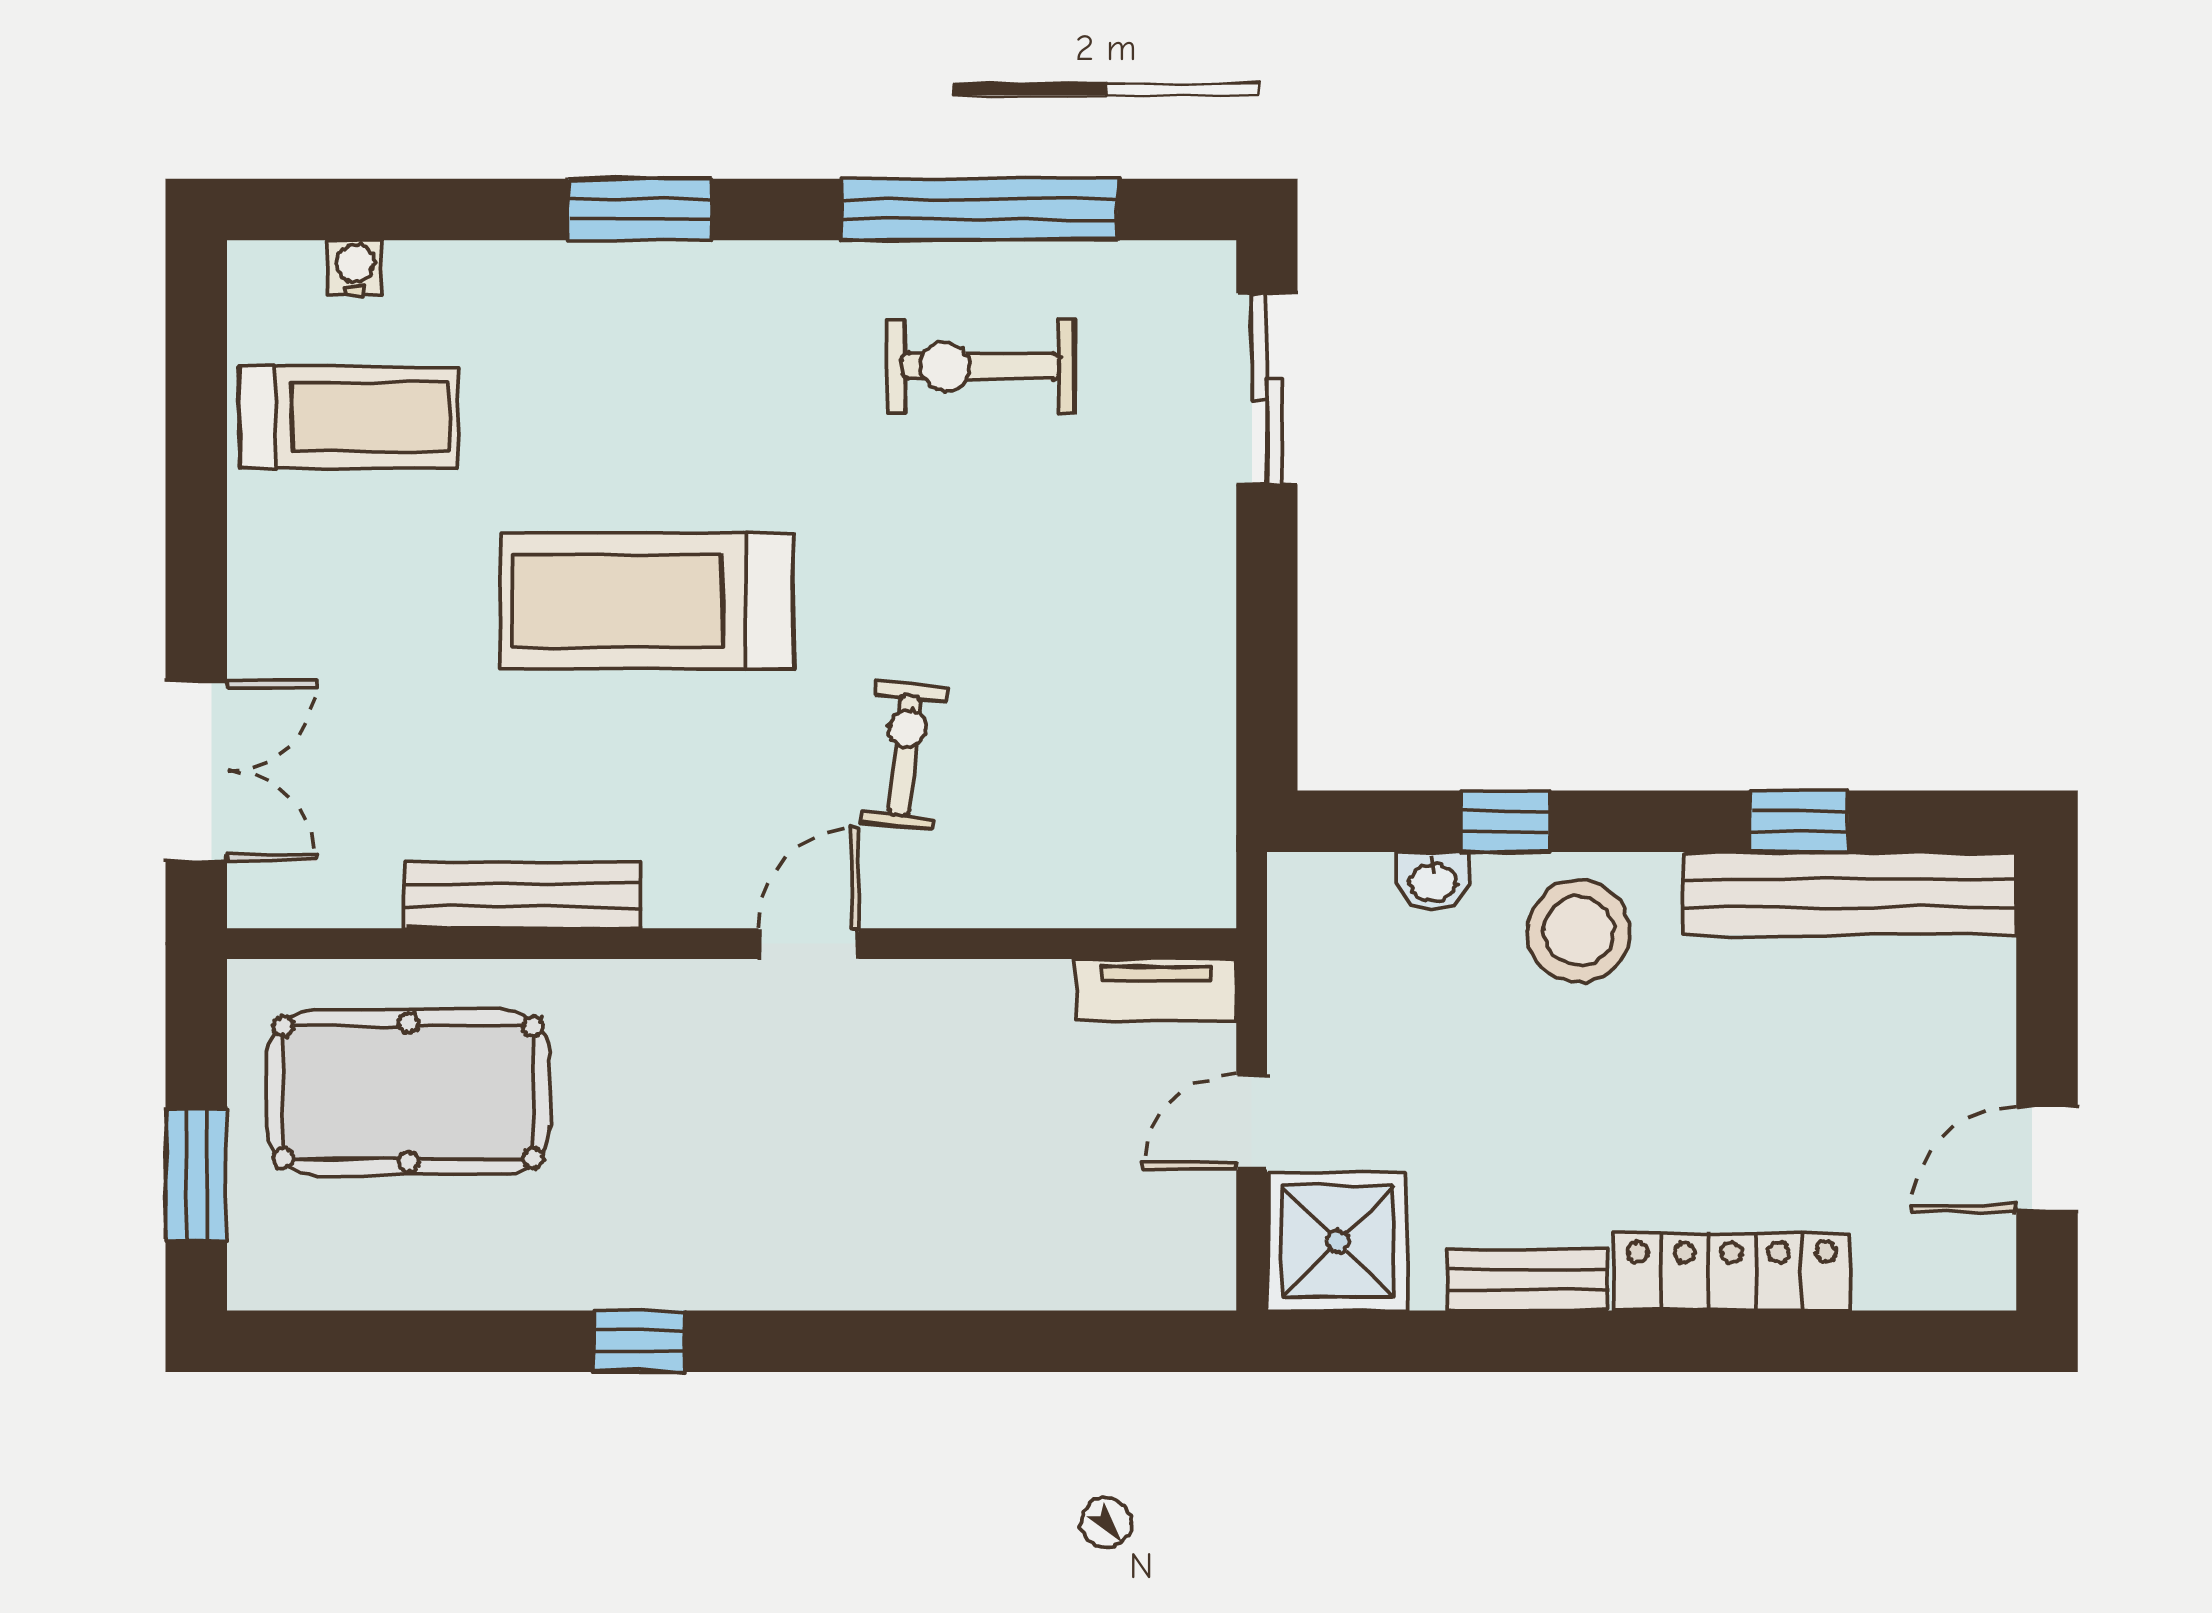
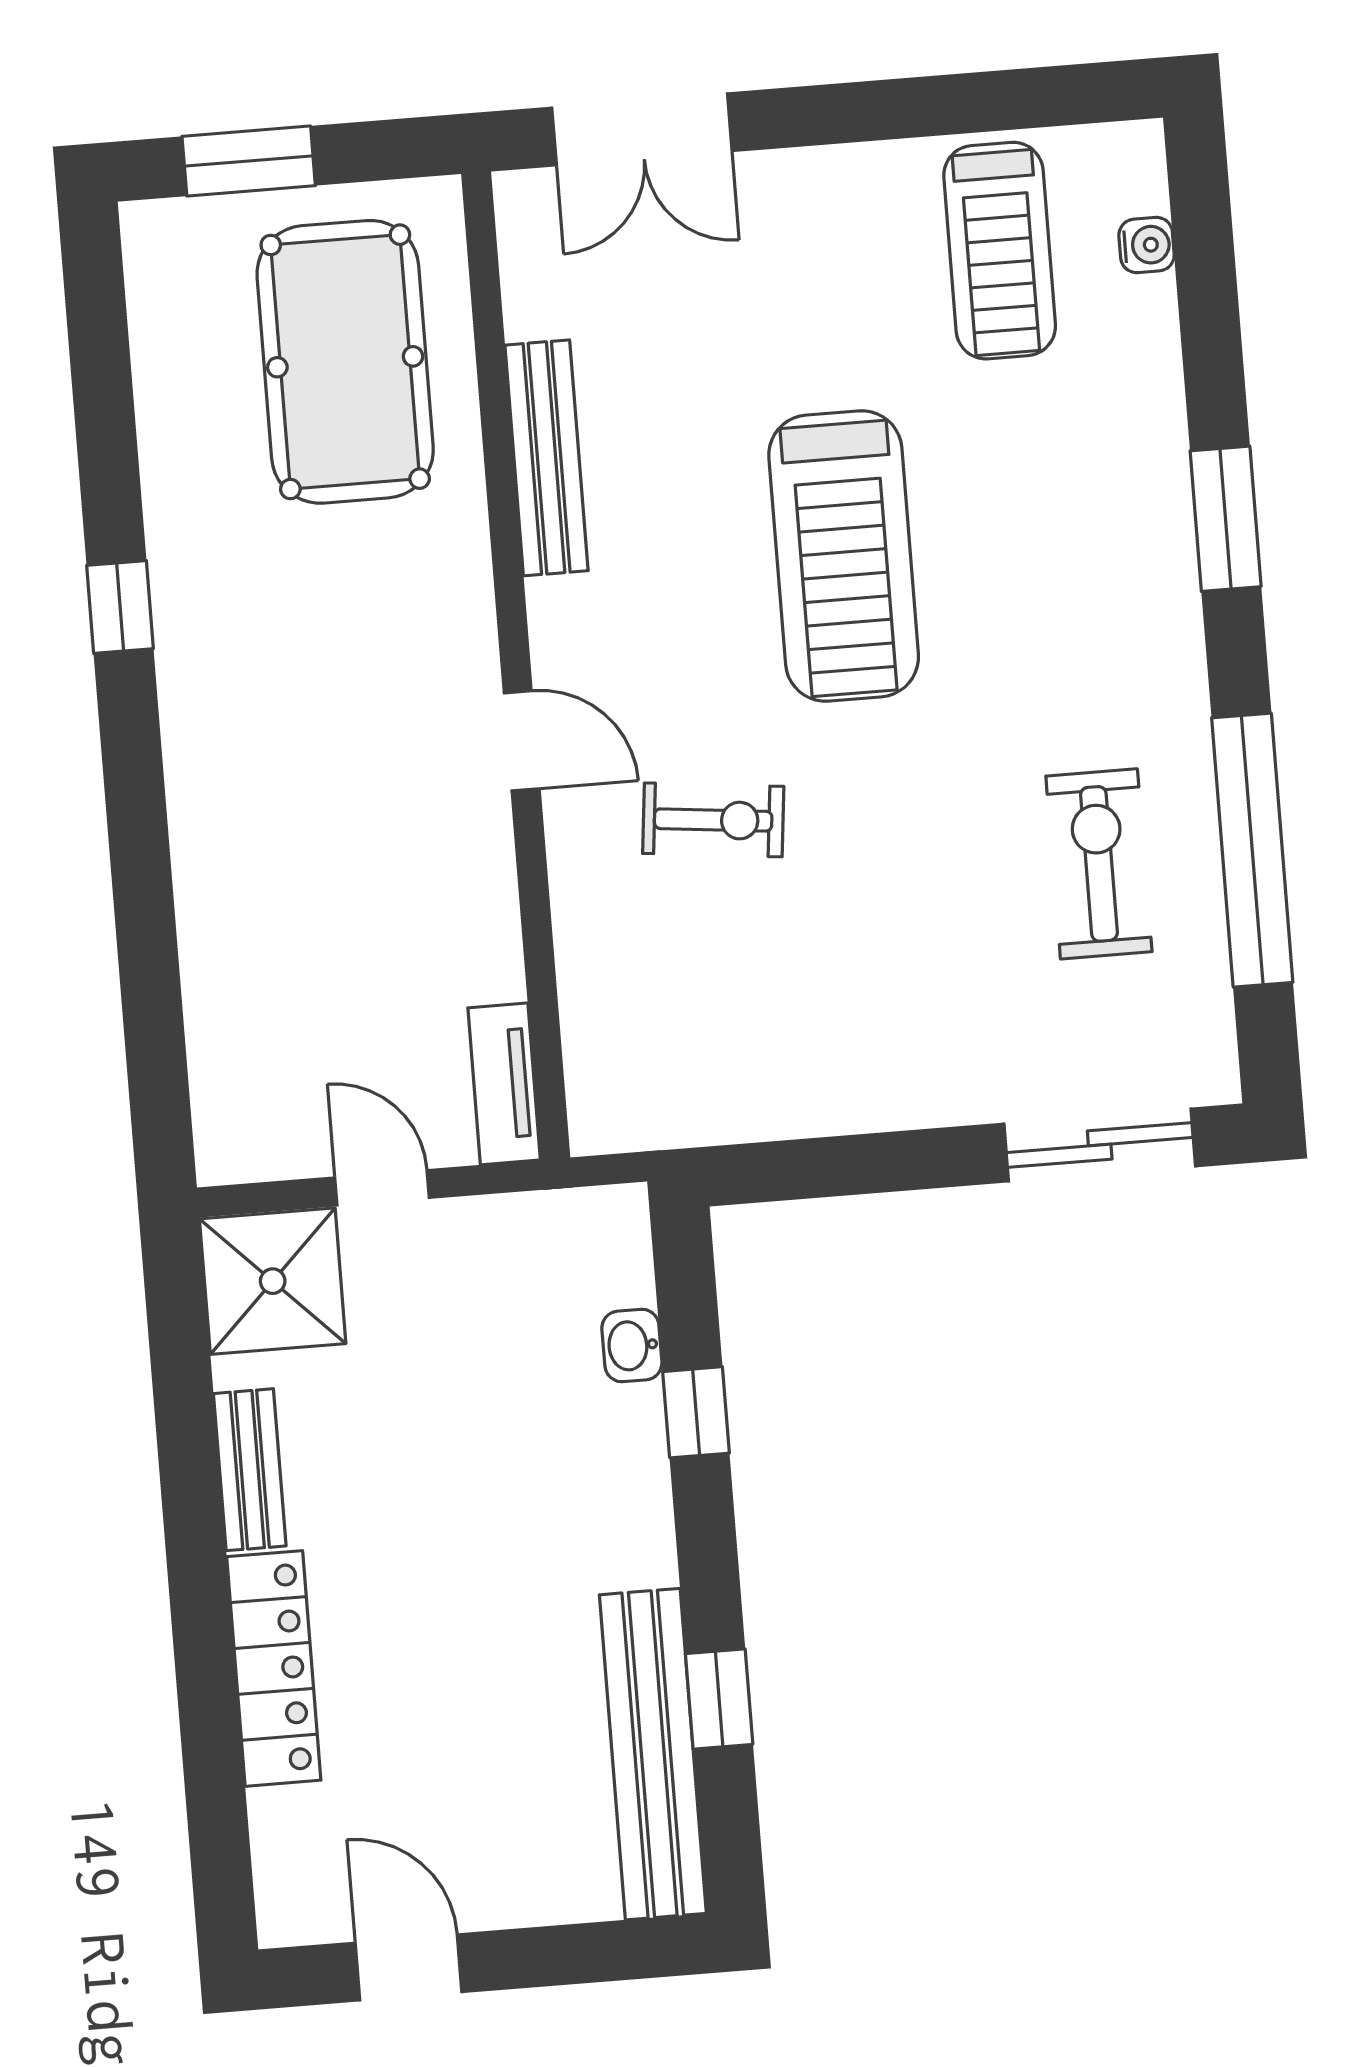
treadmill: (647, 601) -> (844, 556), turned 180
stool: (1579, 931) -> (594, 1492), removed

